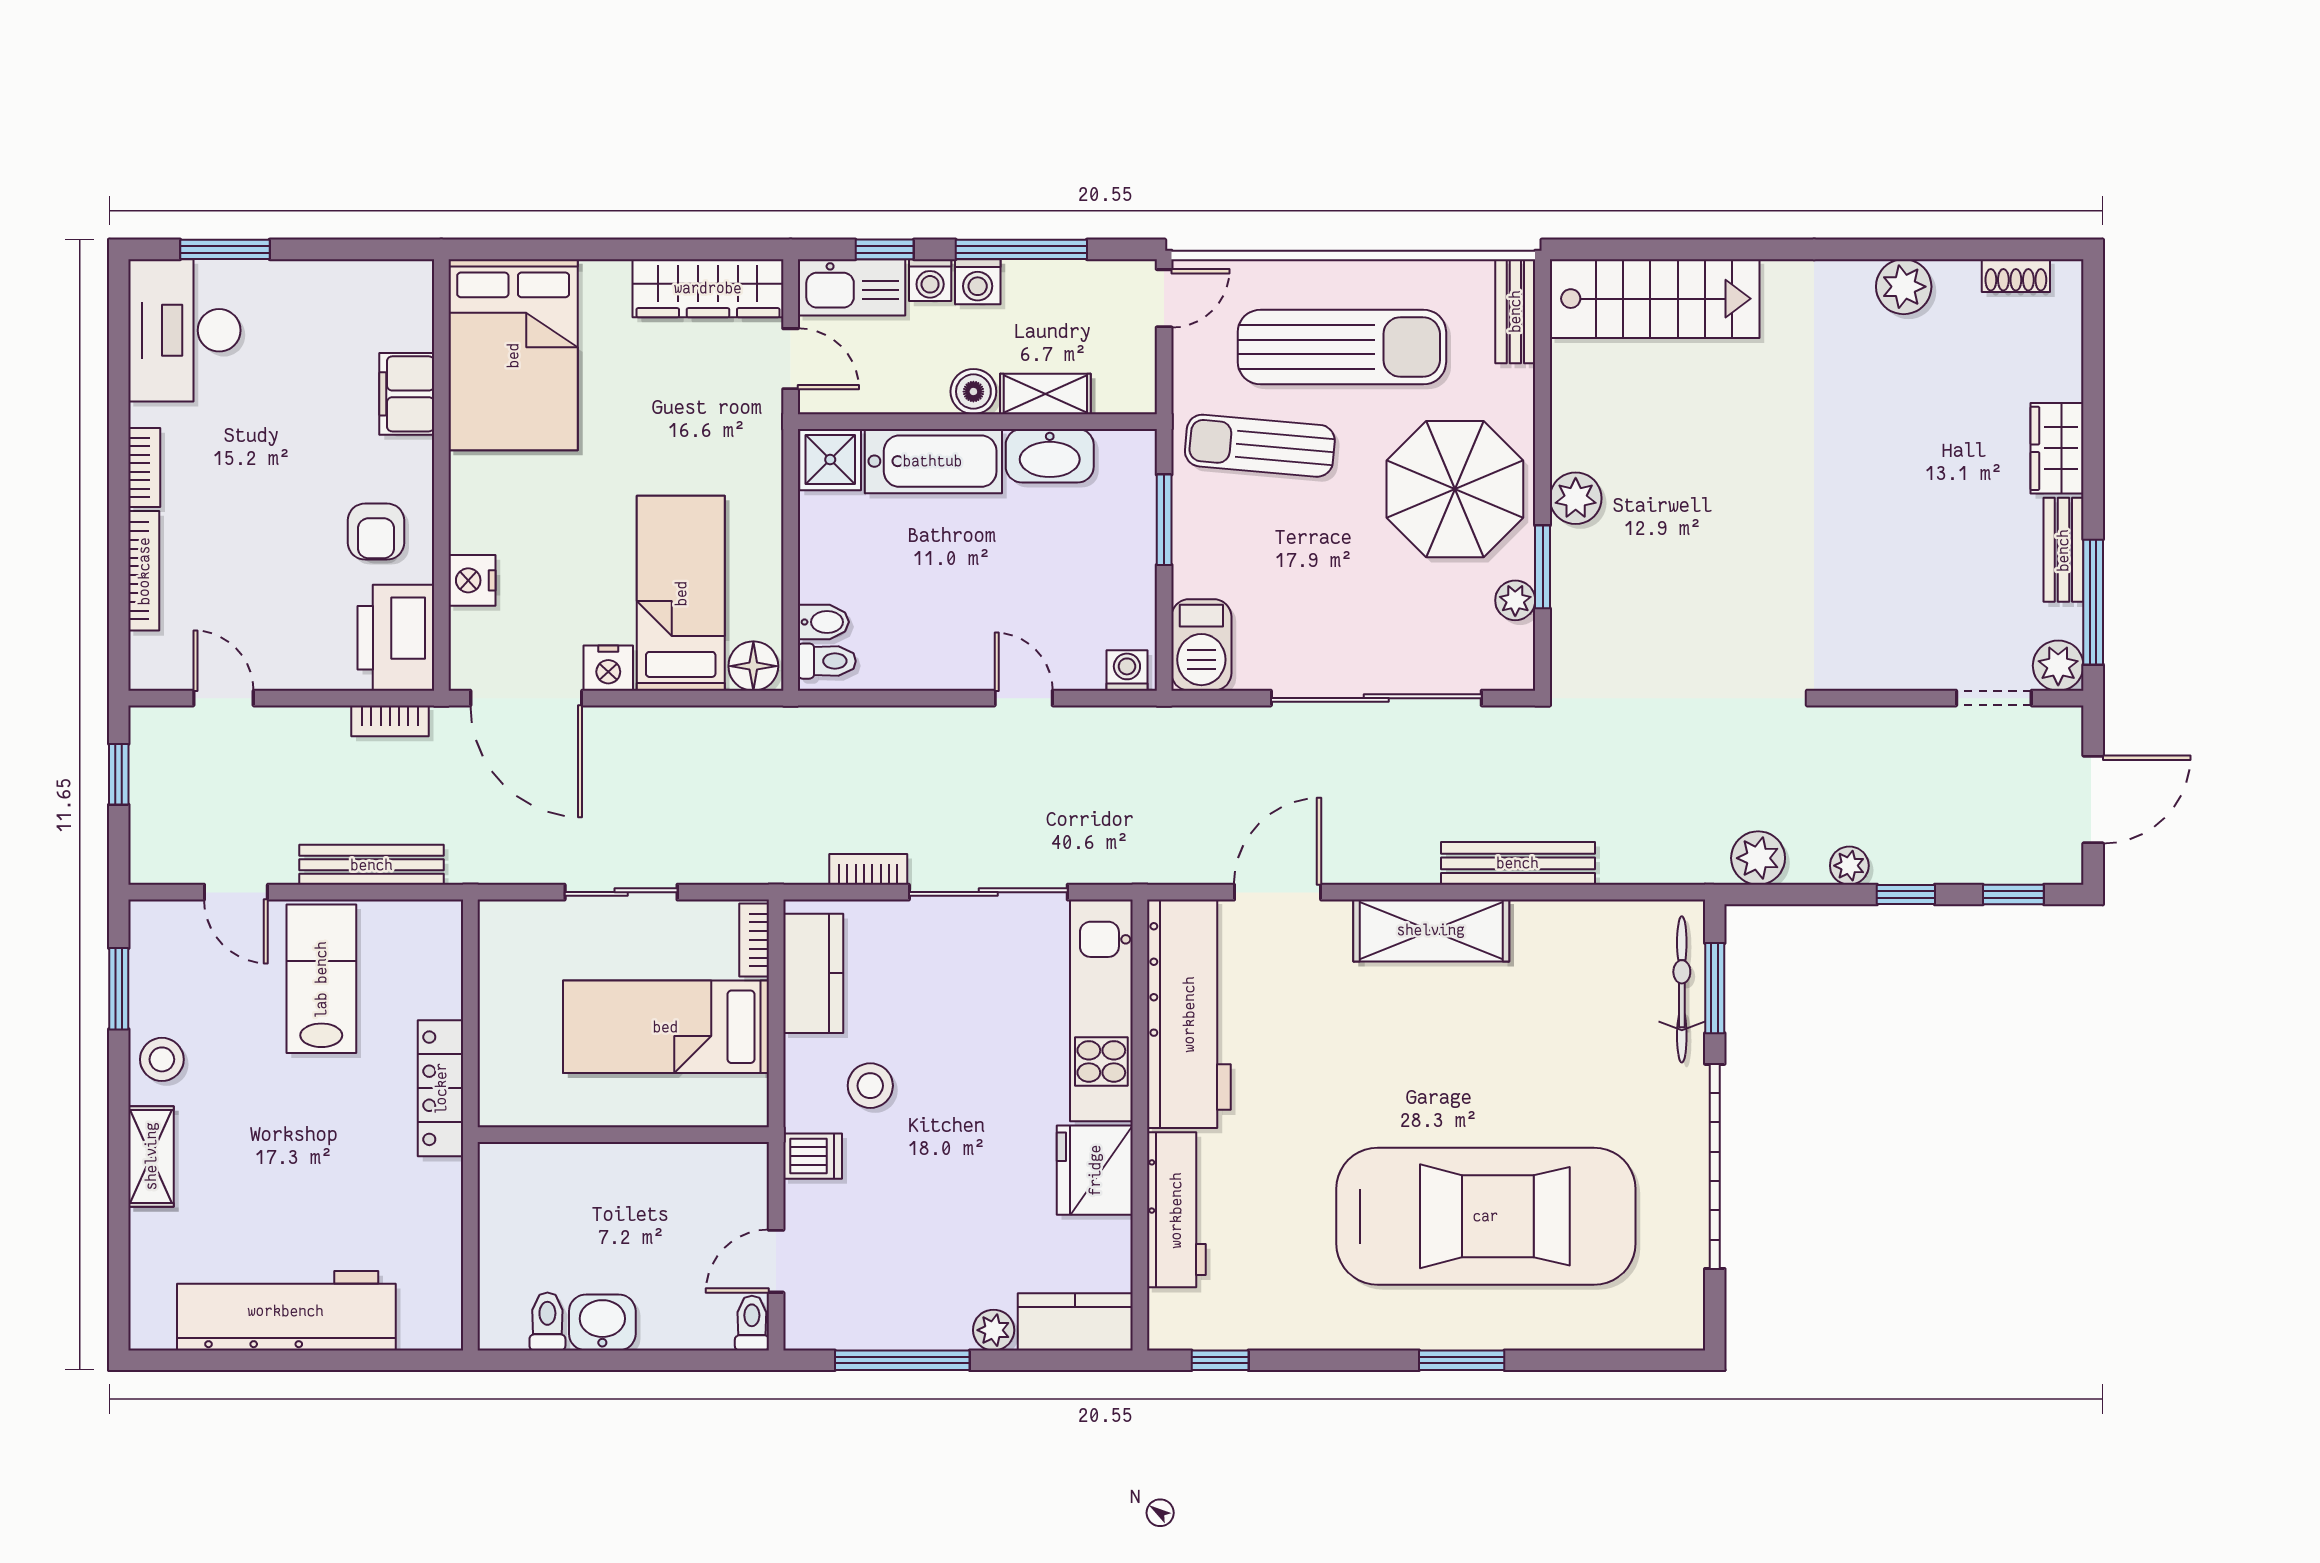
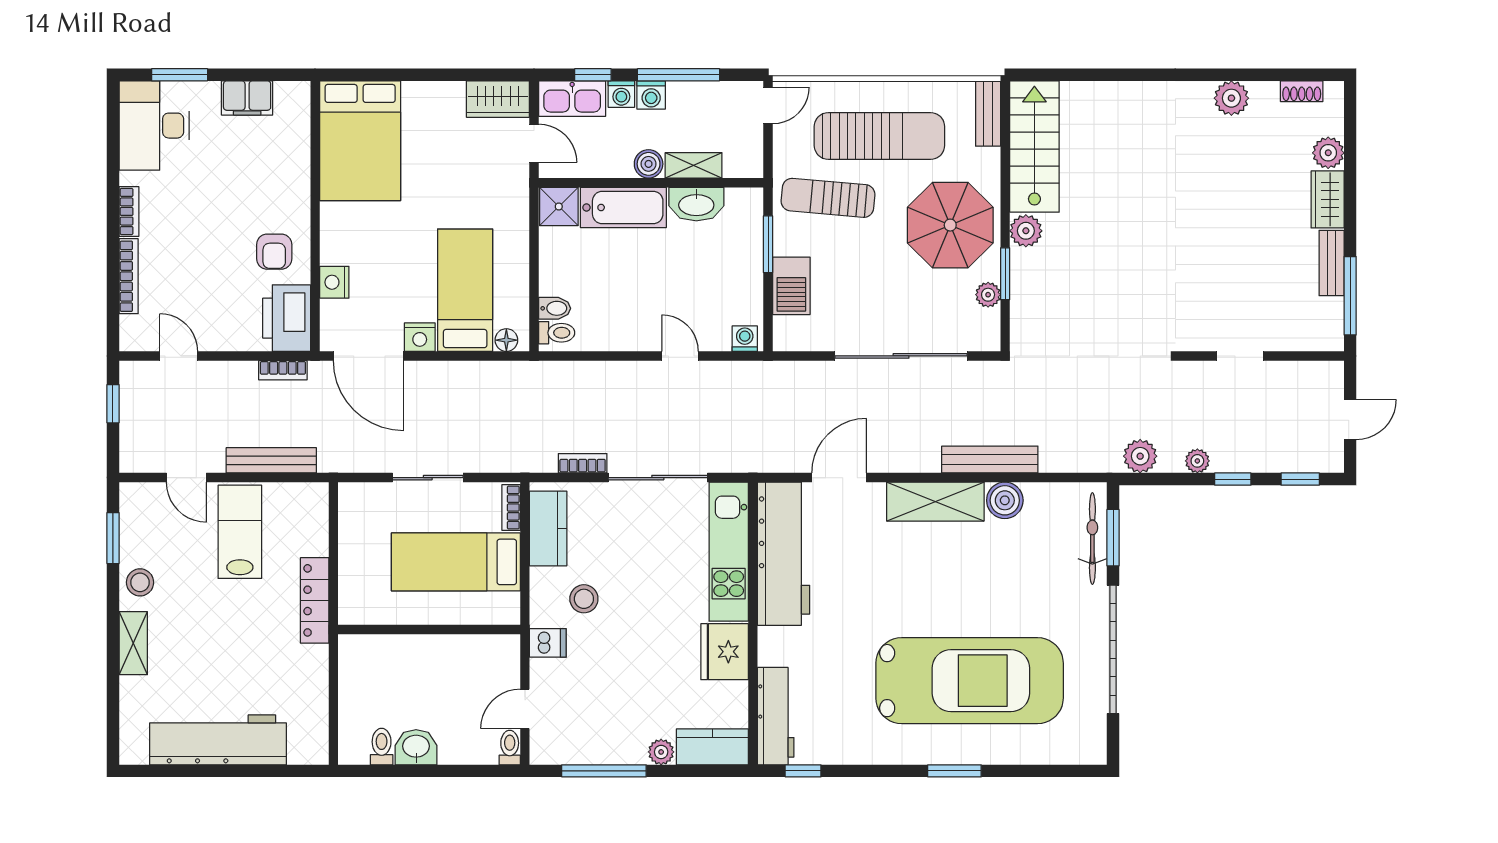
wardrobe: (708, 288) -> (498, 99), width x0.67
stairs: (1655, 299) -> (1034, 146), moved, turned -90
filing cabinet: (407, 394) -> (247, 98), moved, turned -90
barbecue: (1201, 645) -> (791, 286), moved
floor lamp: (753, 666) -> (506, 340), width x0.73, depth x0.73
plant: (2058, 666) -> (1328, 153), moved
doorway: (1994, 698) -> (1240, 356), moved
door: (2093, 799) -> (1350, 420), width x0.73
boiler: (1542, 928) -> (1005, 500), added
workbench: (1176, 1210) -> (776, 716), moved

